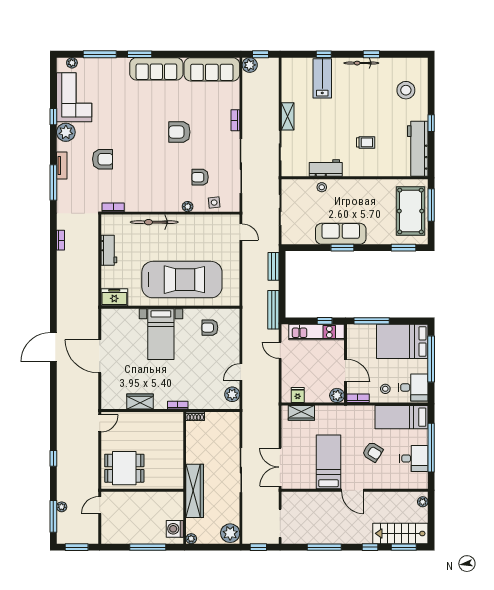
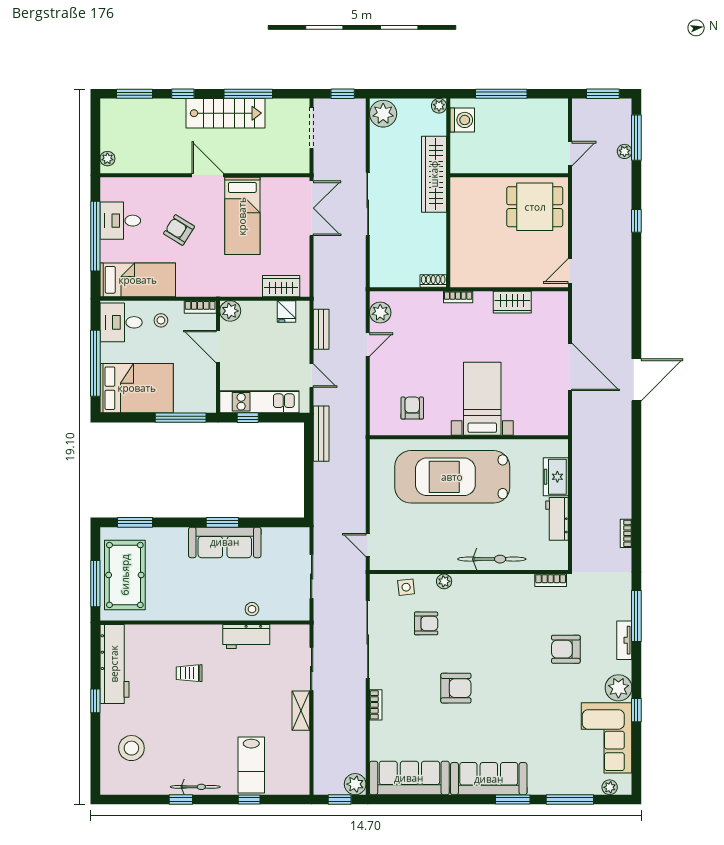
bench: (273, 266) -> (321, 329), moved
freezer: (114, 297) -> (556, 477), moved, turned 90
armchair: (210, 328) -> (412, 408), turned -90
stairs: (400, 533) -> (225, 113), moved

